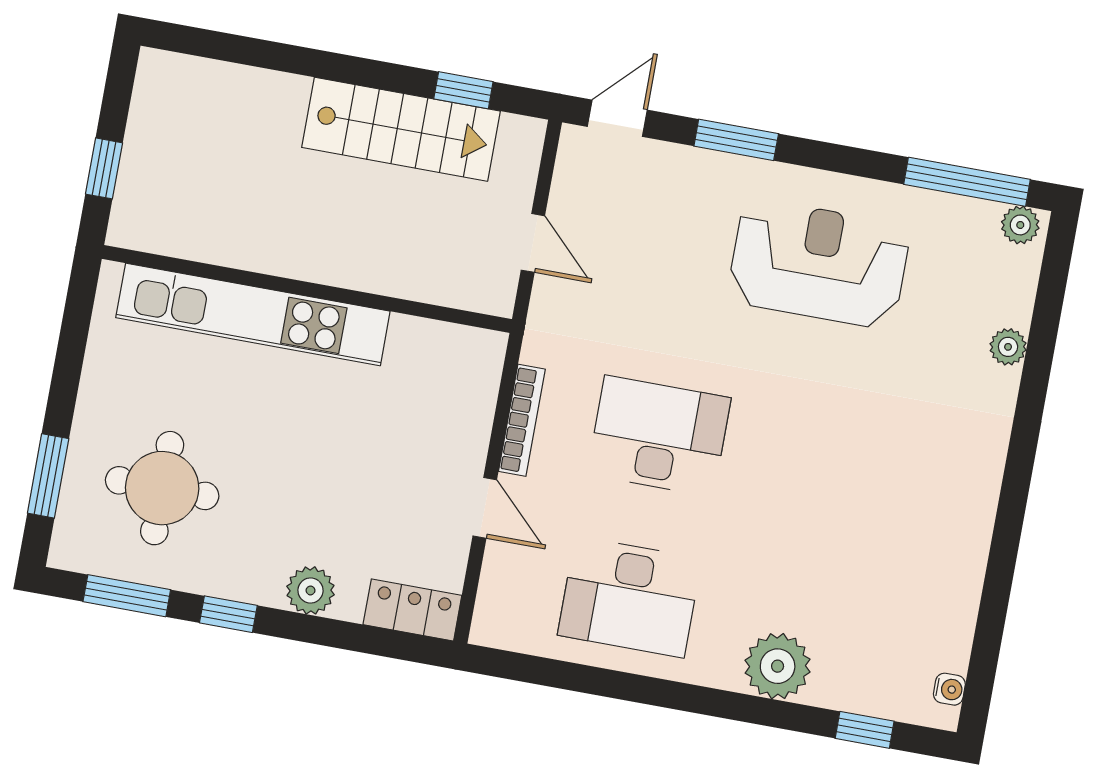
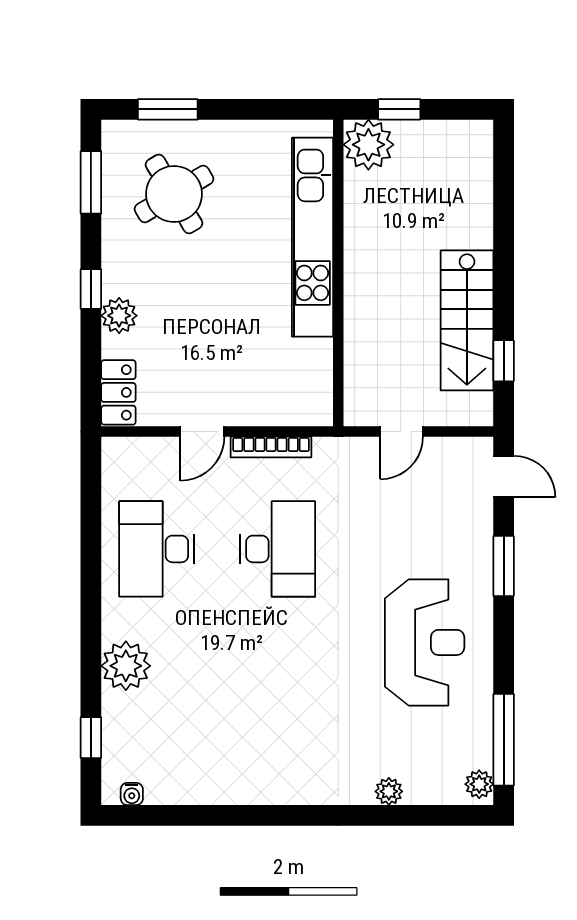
plant: (144, 218) -> (368, 145), added
round table: (162, 488) -> (174, 194), turned -31
window: (228, 614) -> (91, 289), moved

